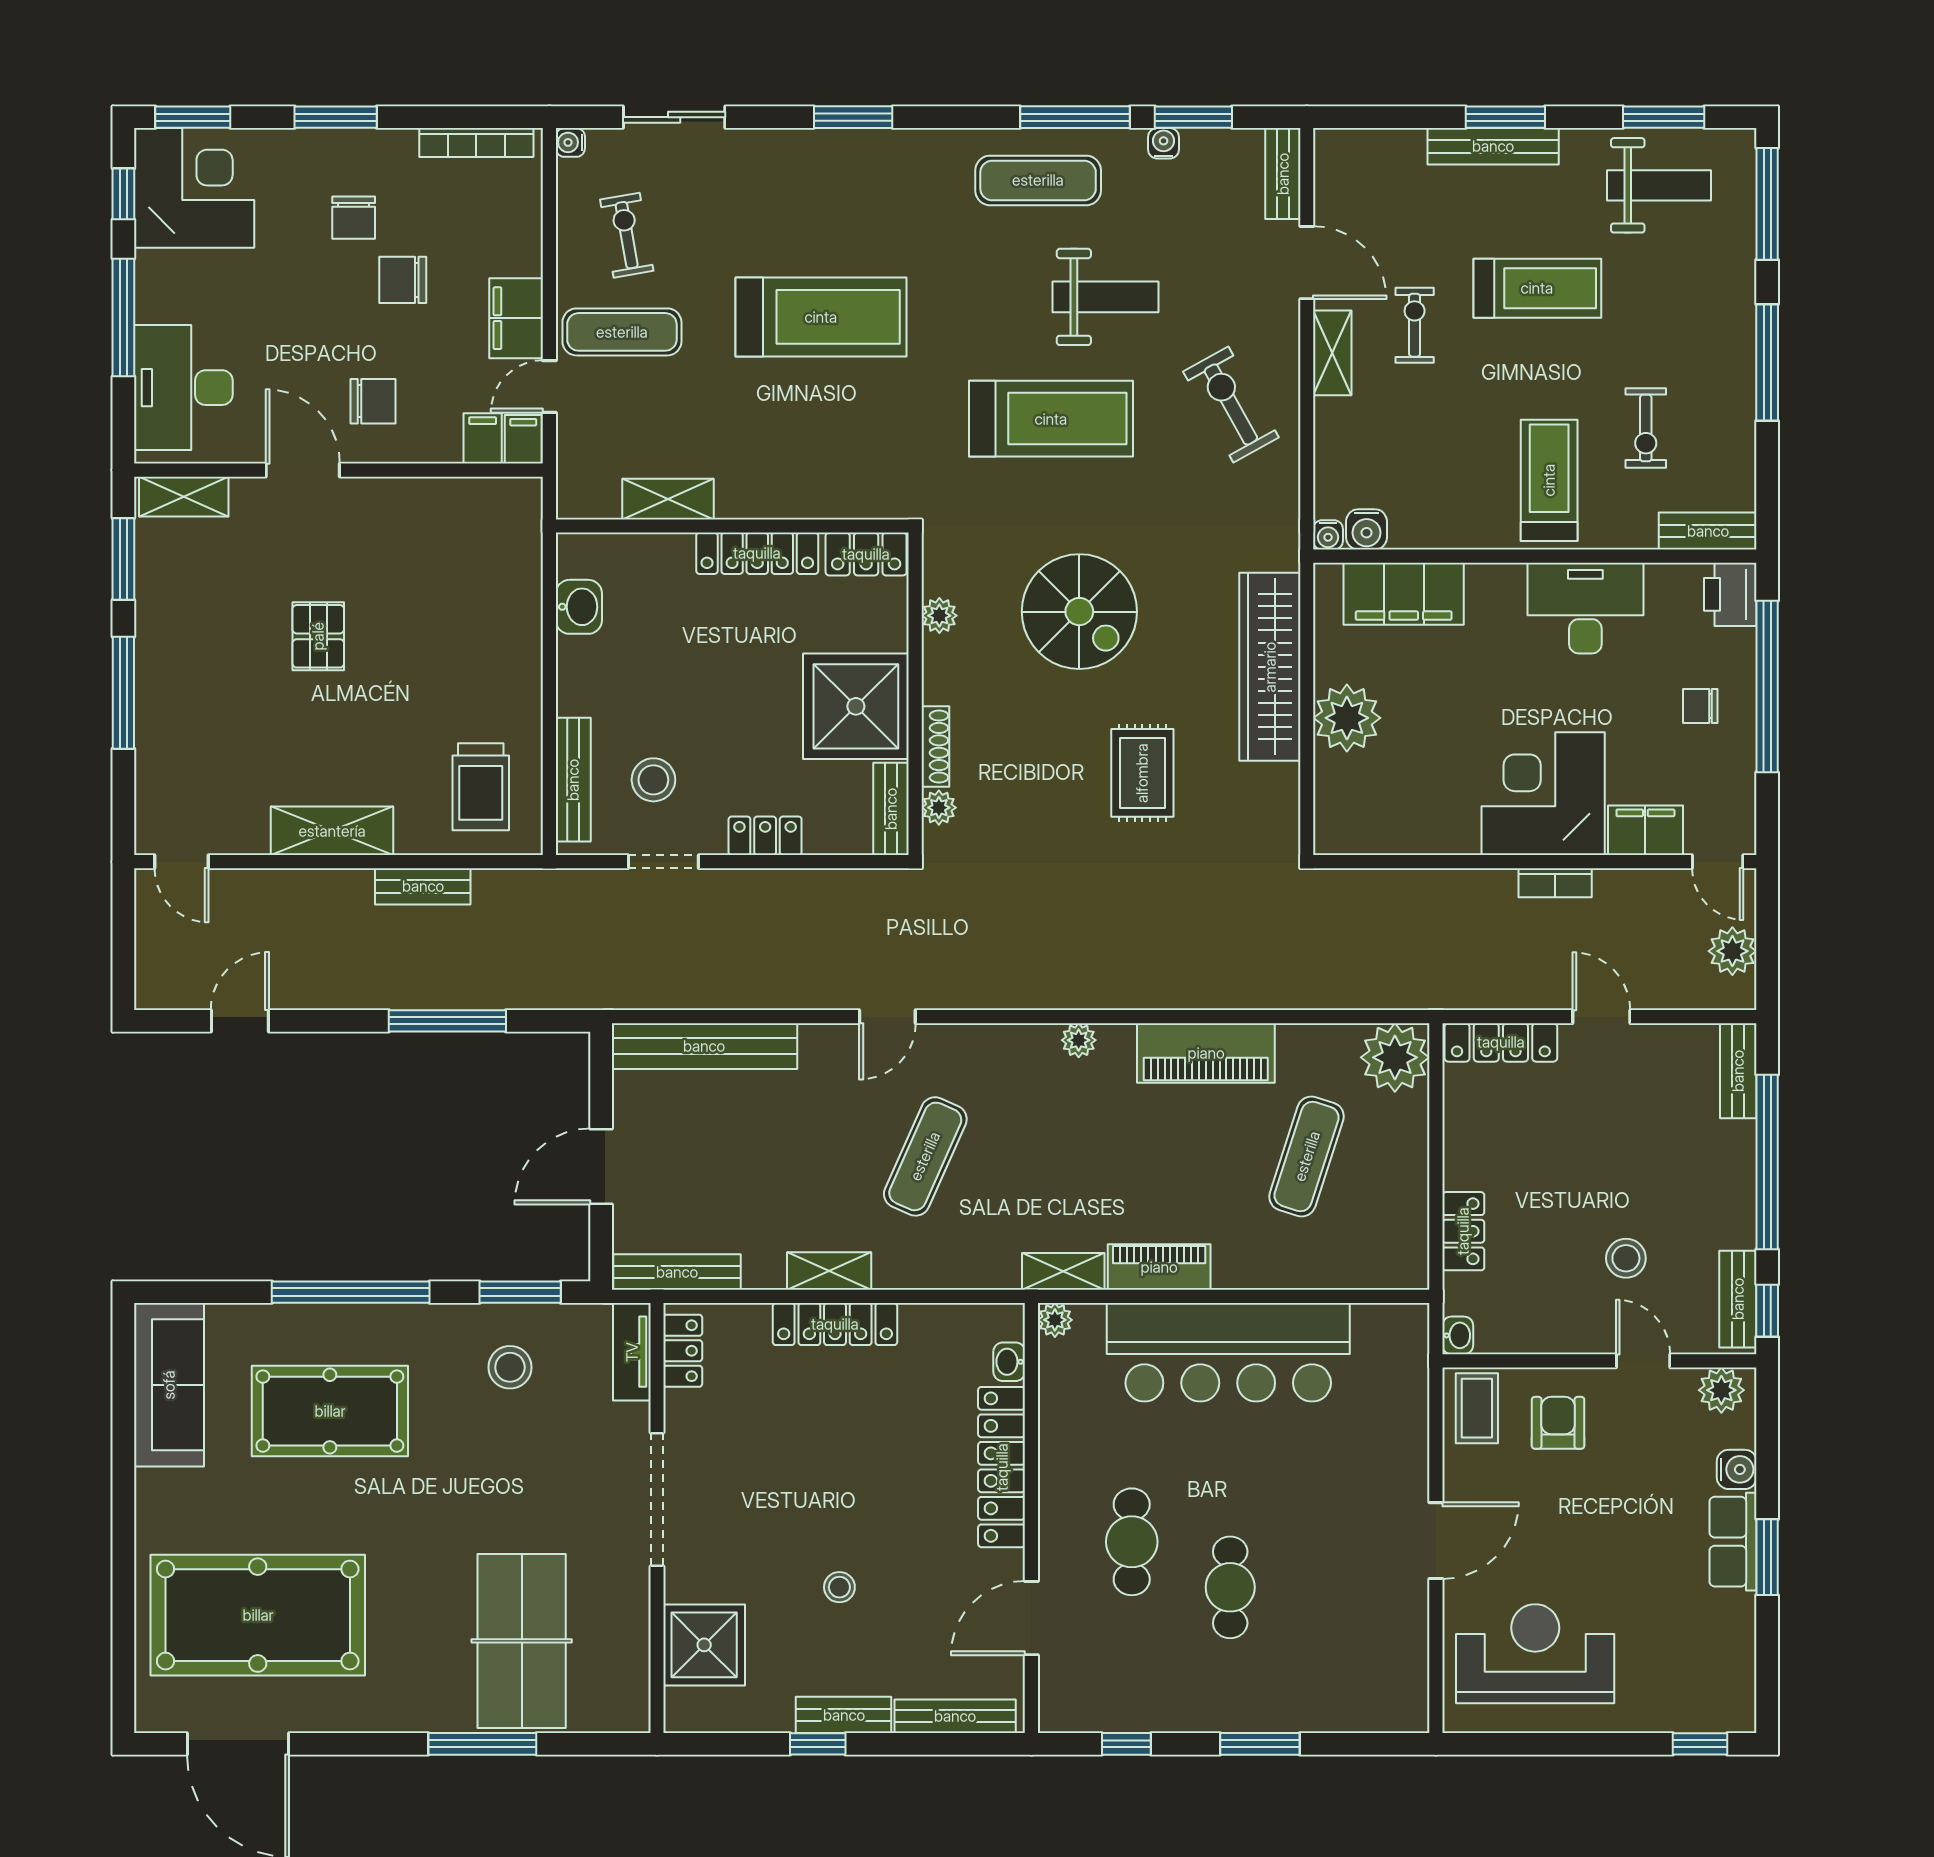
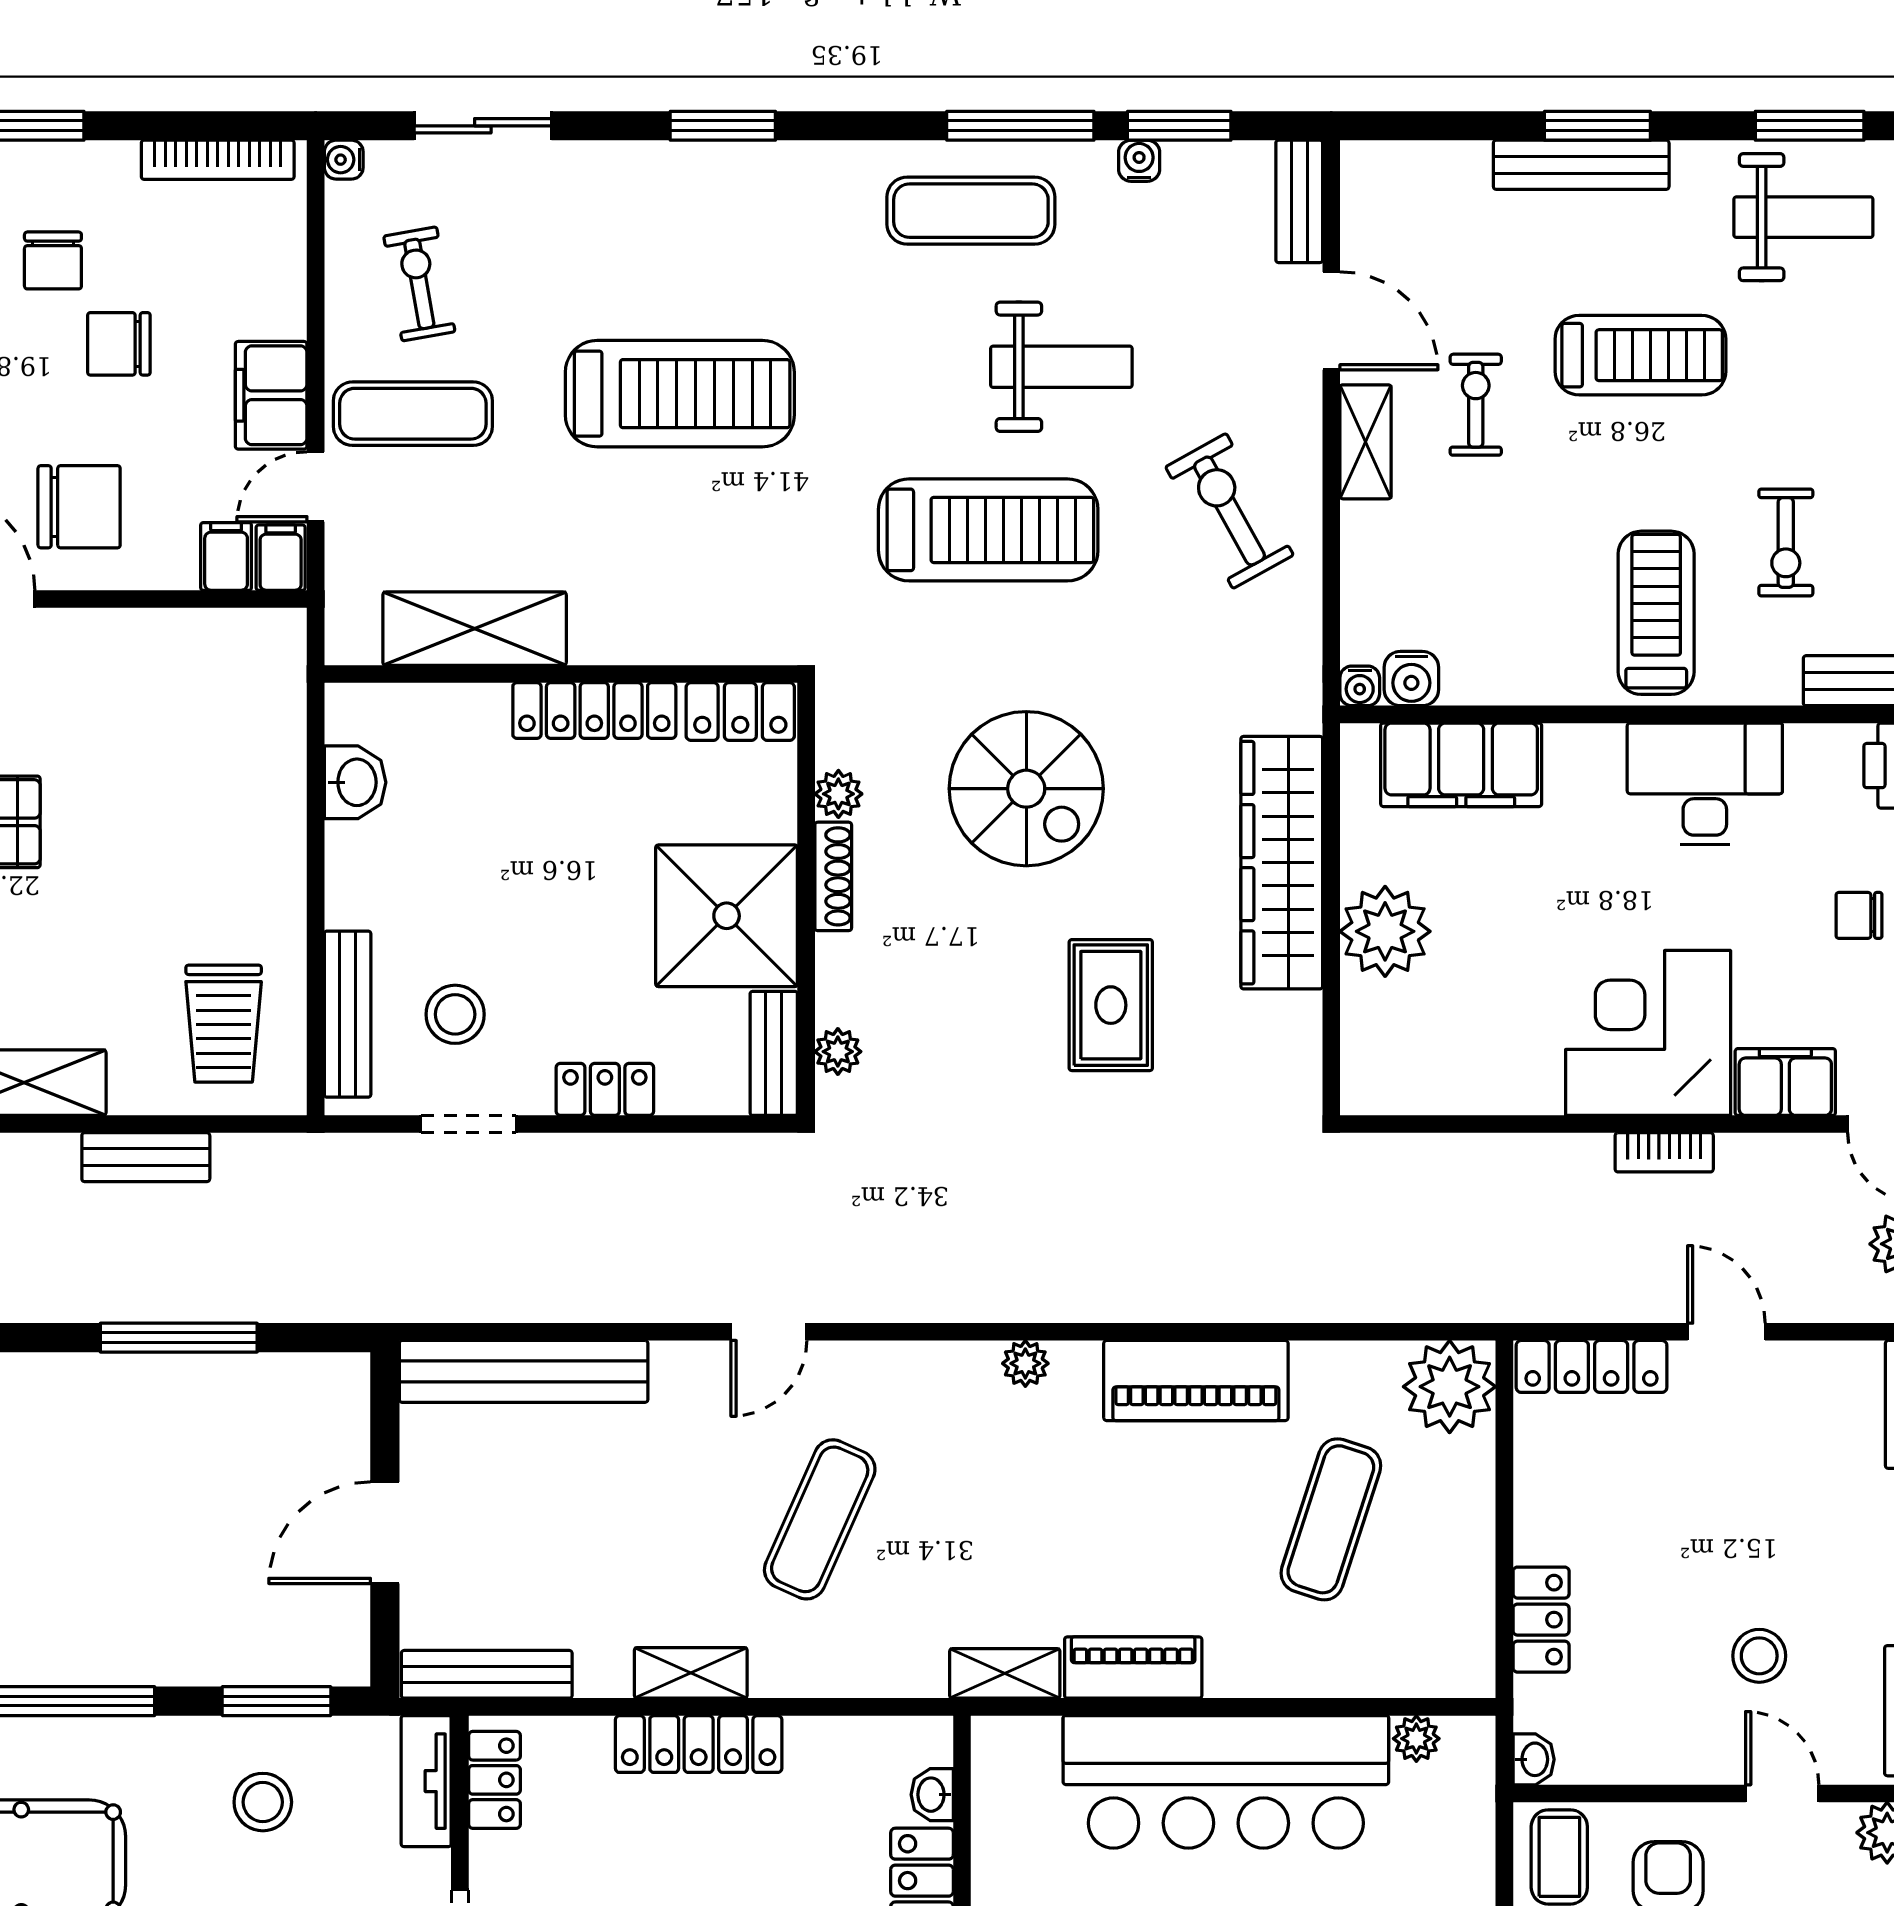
chair: (373, 401) -> (79, 507), width x1.37, depth x1.37
shelving: (668, 499) -> (475, 629), width x1.50, depth x1.33
shoe rack: (935, 747) -> (833, 876), moved
plant: (1055, 1320) -> (1416, 1739), moved

